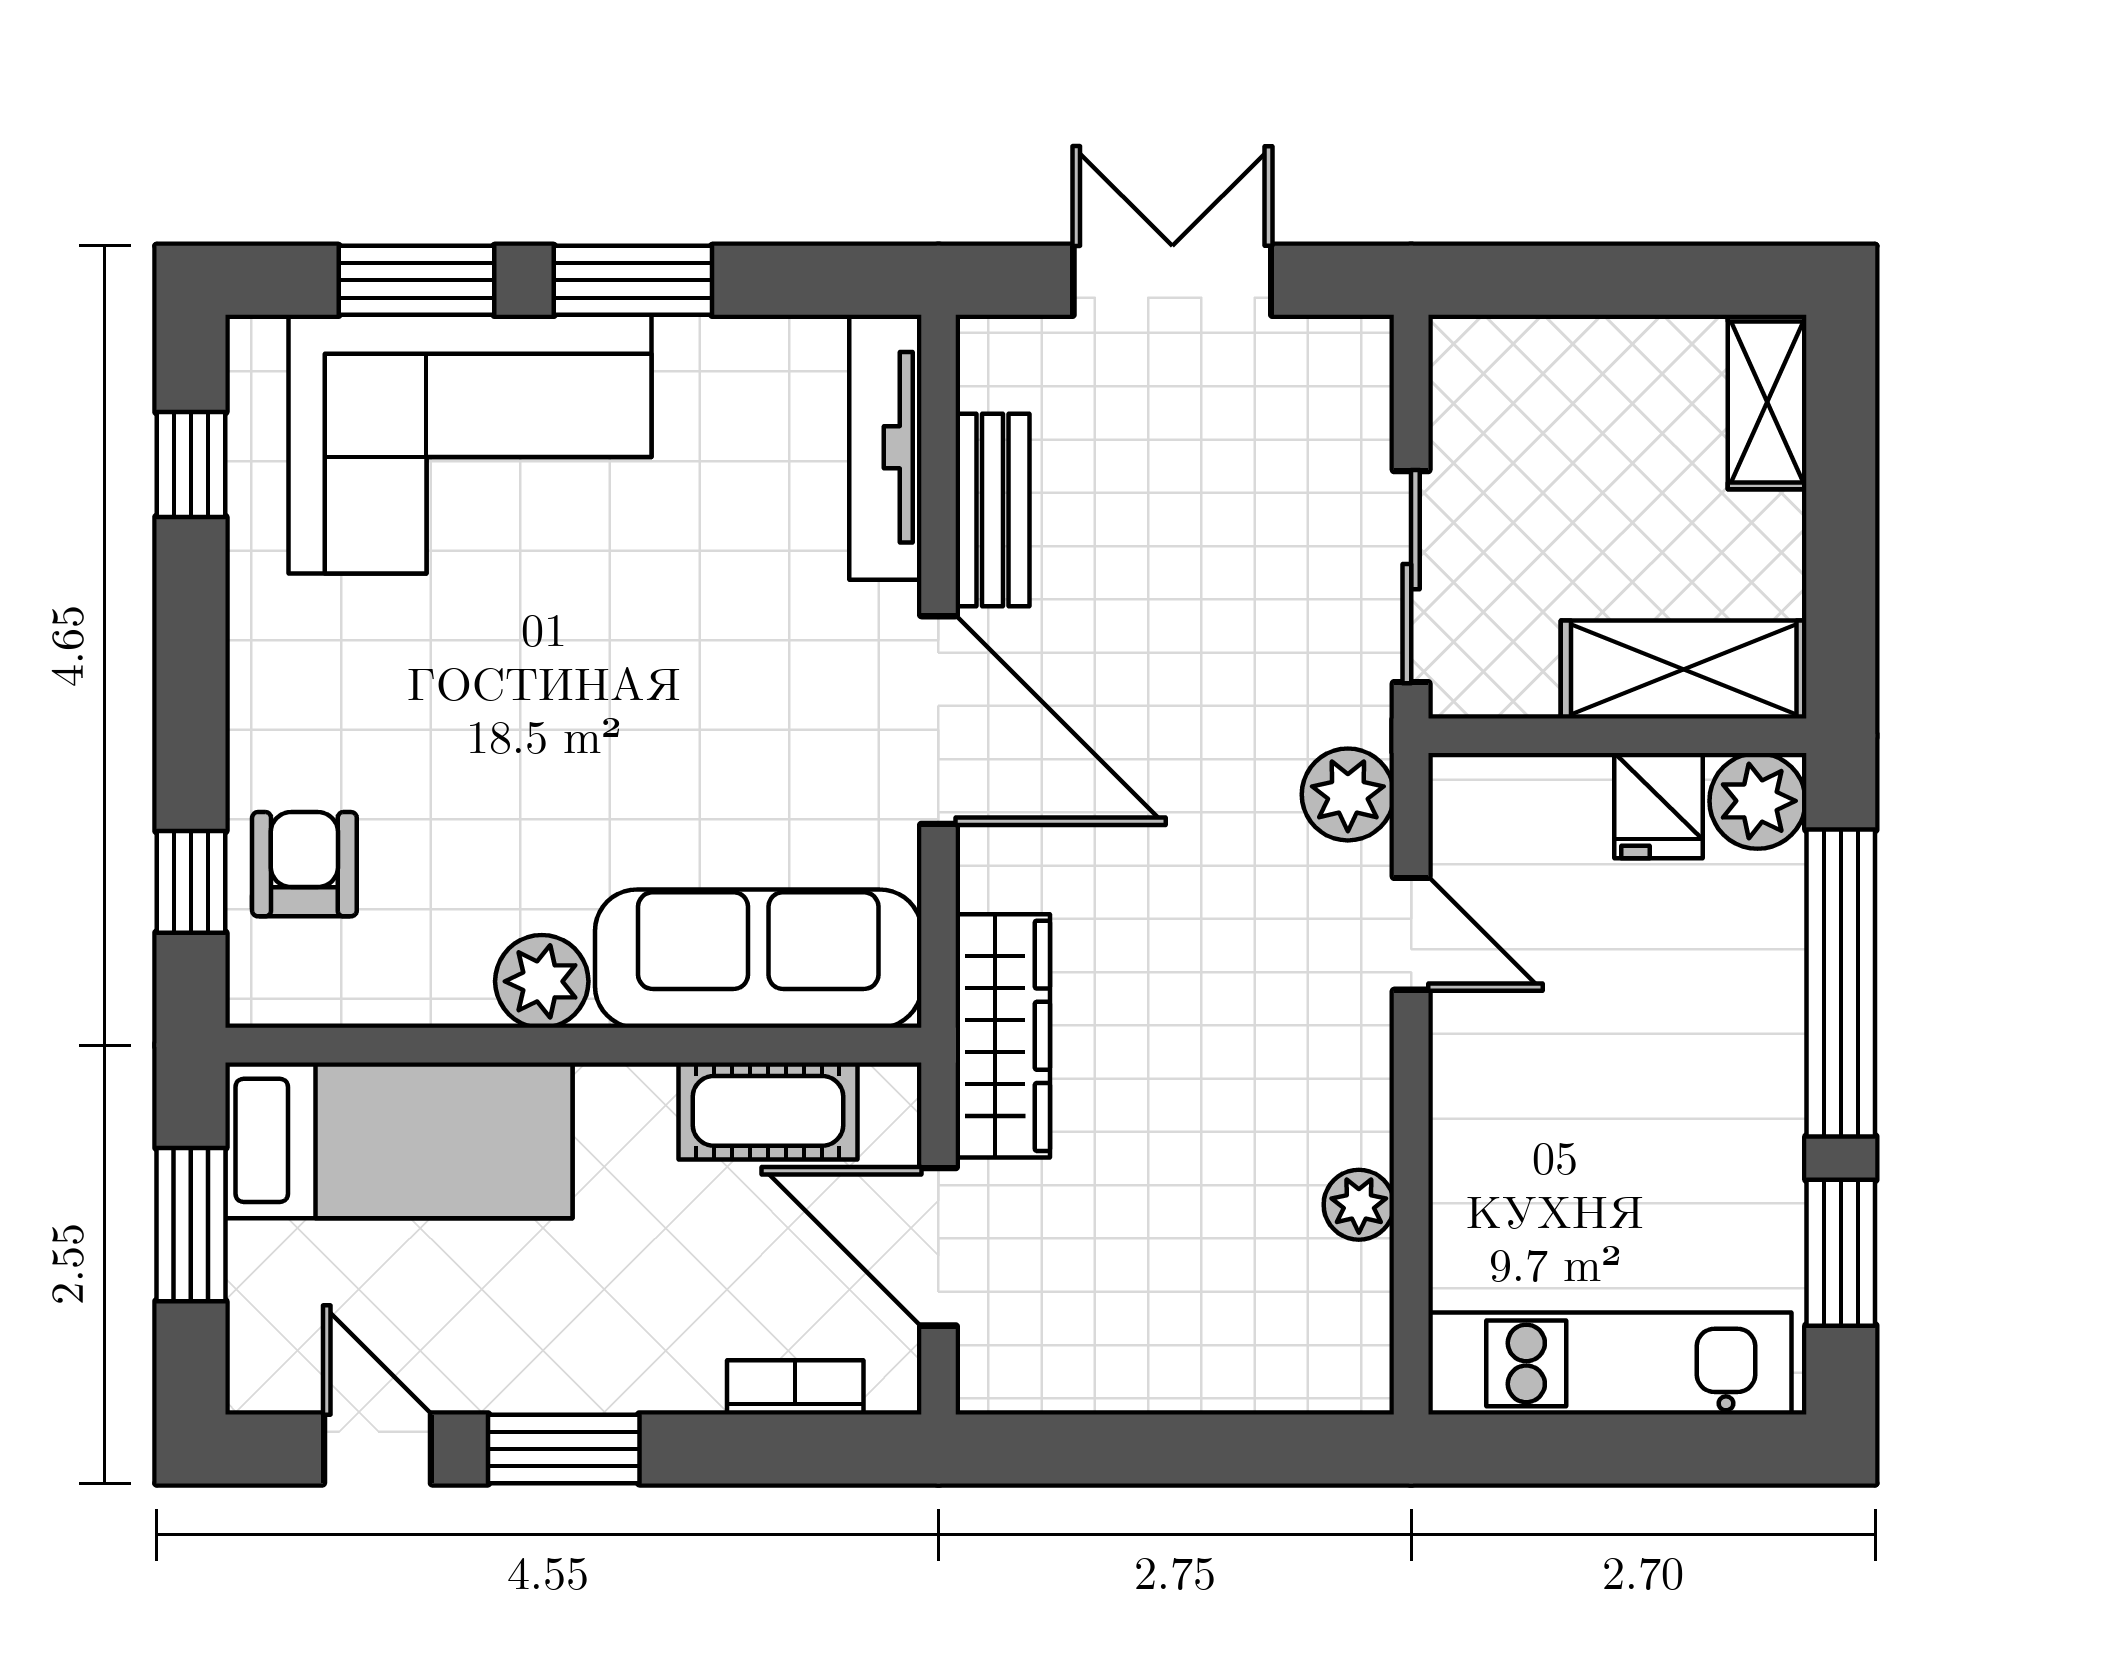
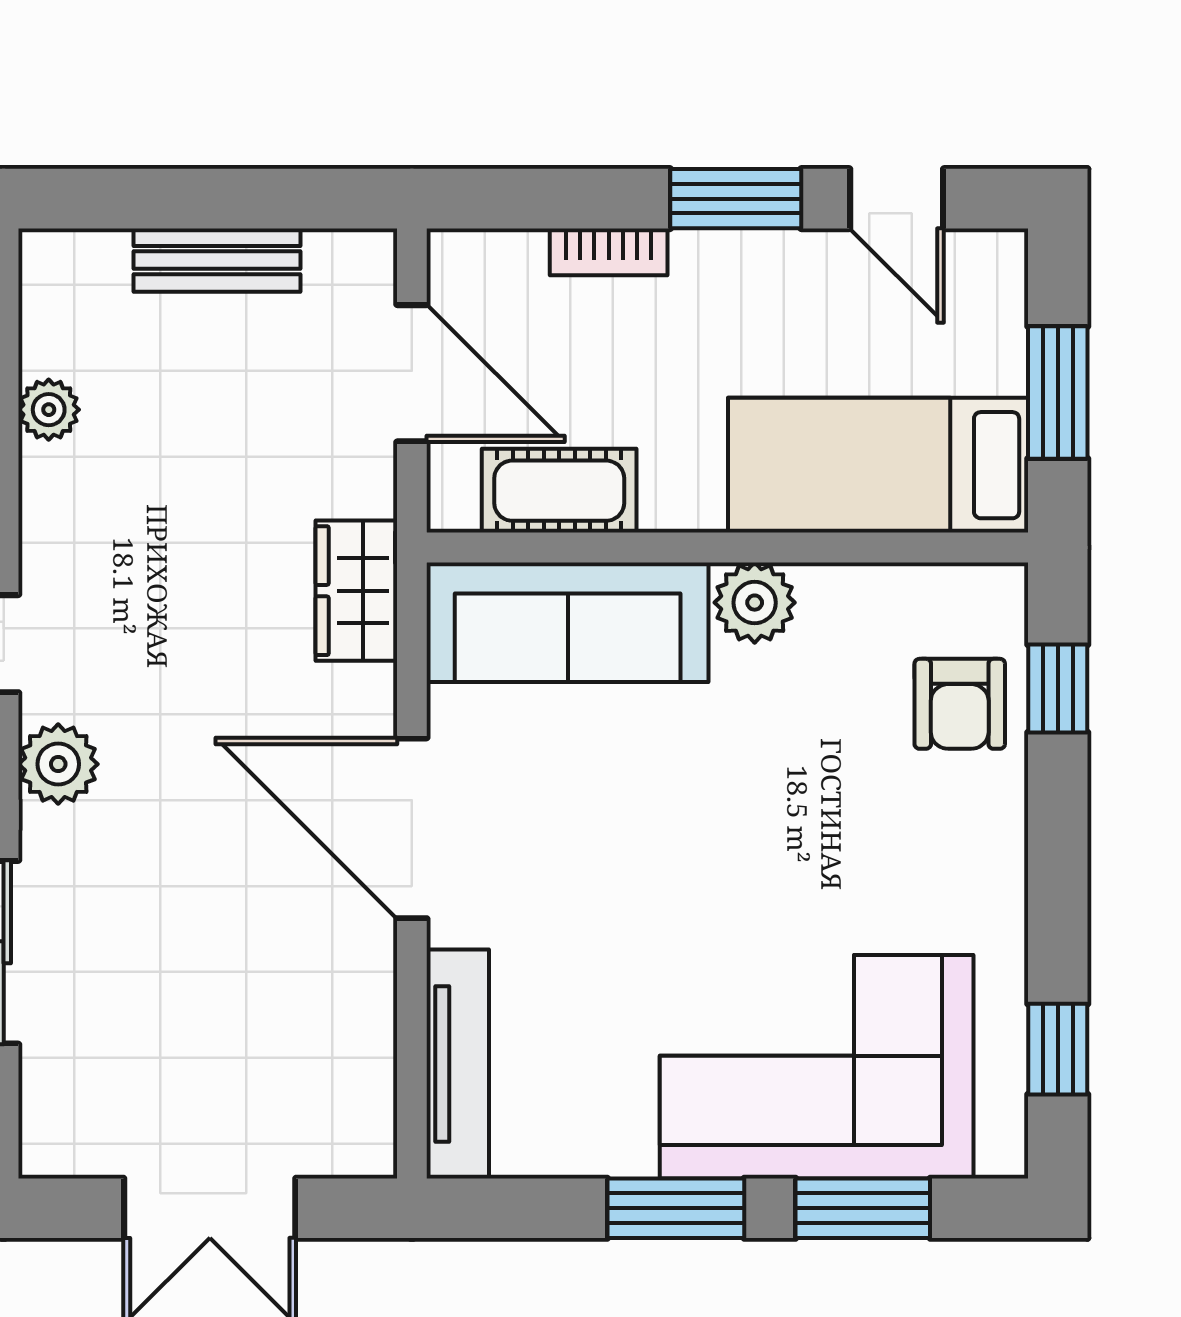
bench: (992, 510) -> (217, 260), moved, turned 90
wardrobe: (1003, 1036) -> (356, 591), width x0.67
bookcase: (795, 1387) -> (609, 252), moved

